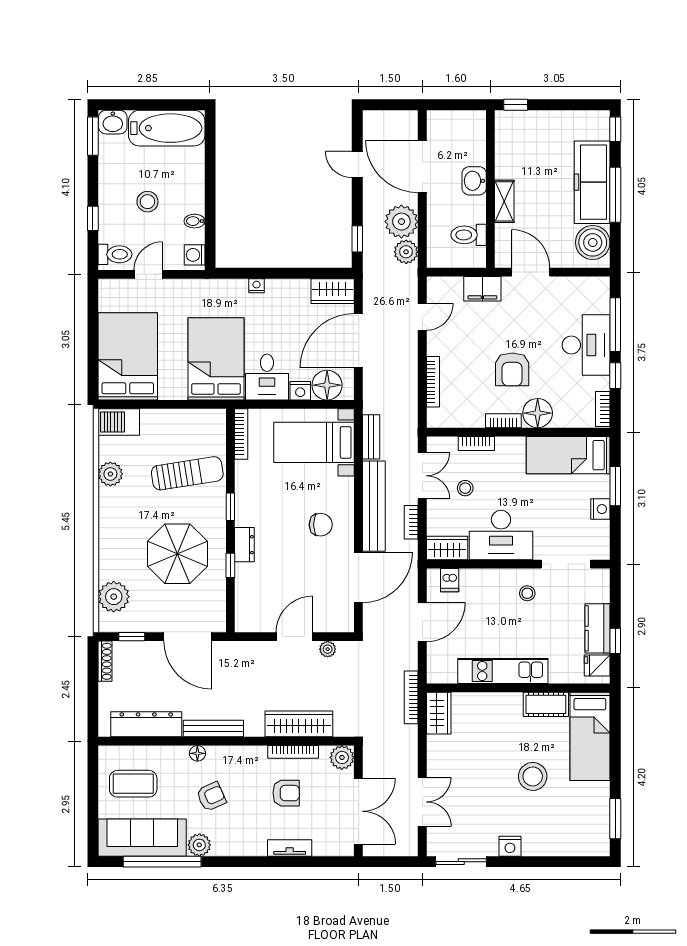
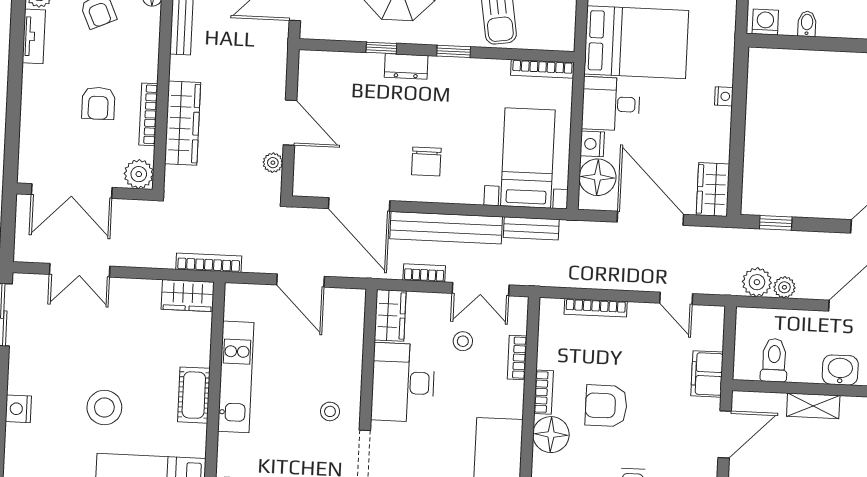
plant: (401, 222) -> (784, 287), width x0.53, depth x0.53
dishwasher: (450, 580) -> (351, 317), removed
cot: (546, 704) -> (194, 395), moved
nightstand: (510, 846) -> (18, 409), moved
tv unit: (290, 848) -> (34, 36), moved

